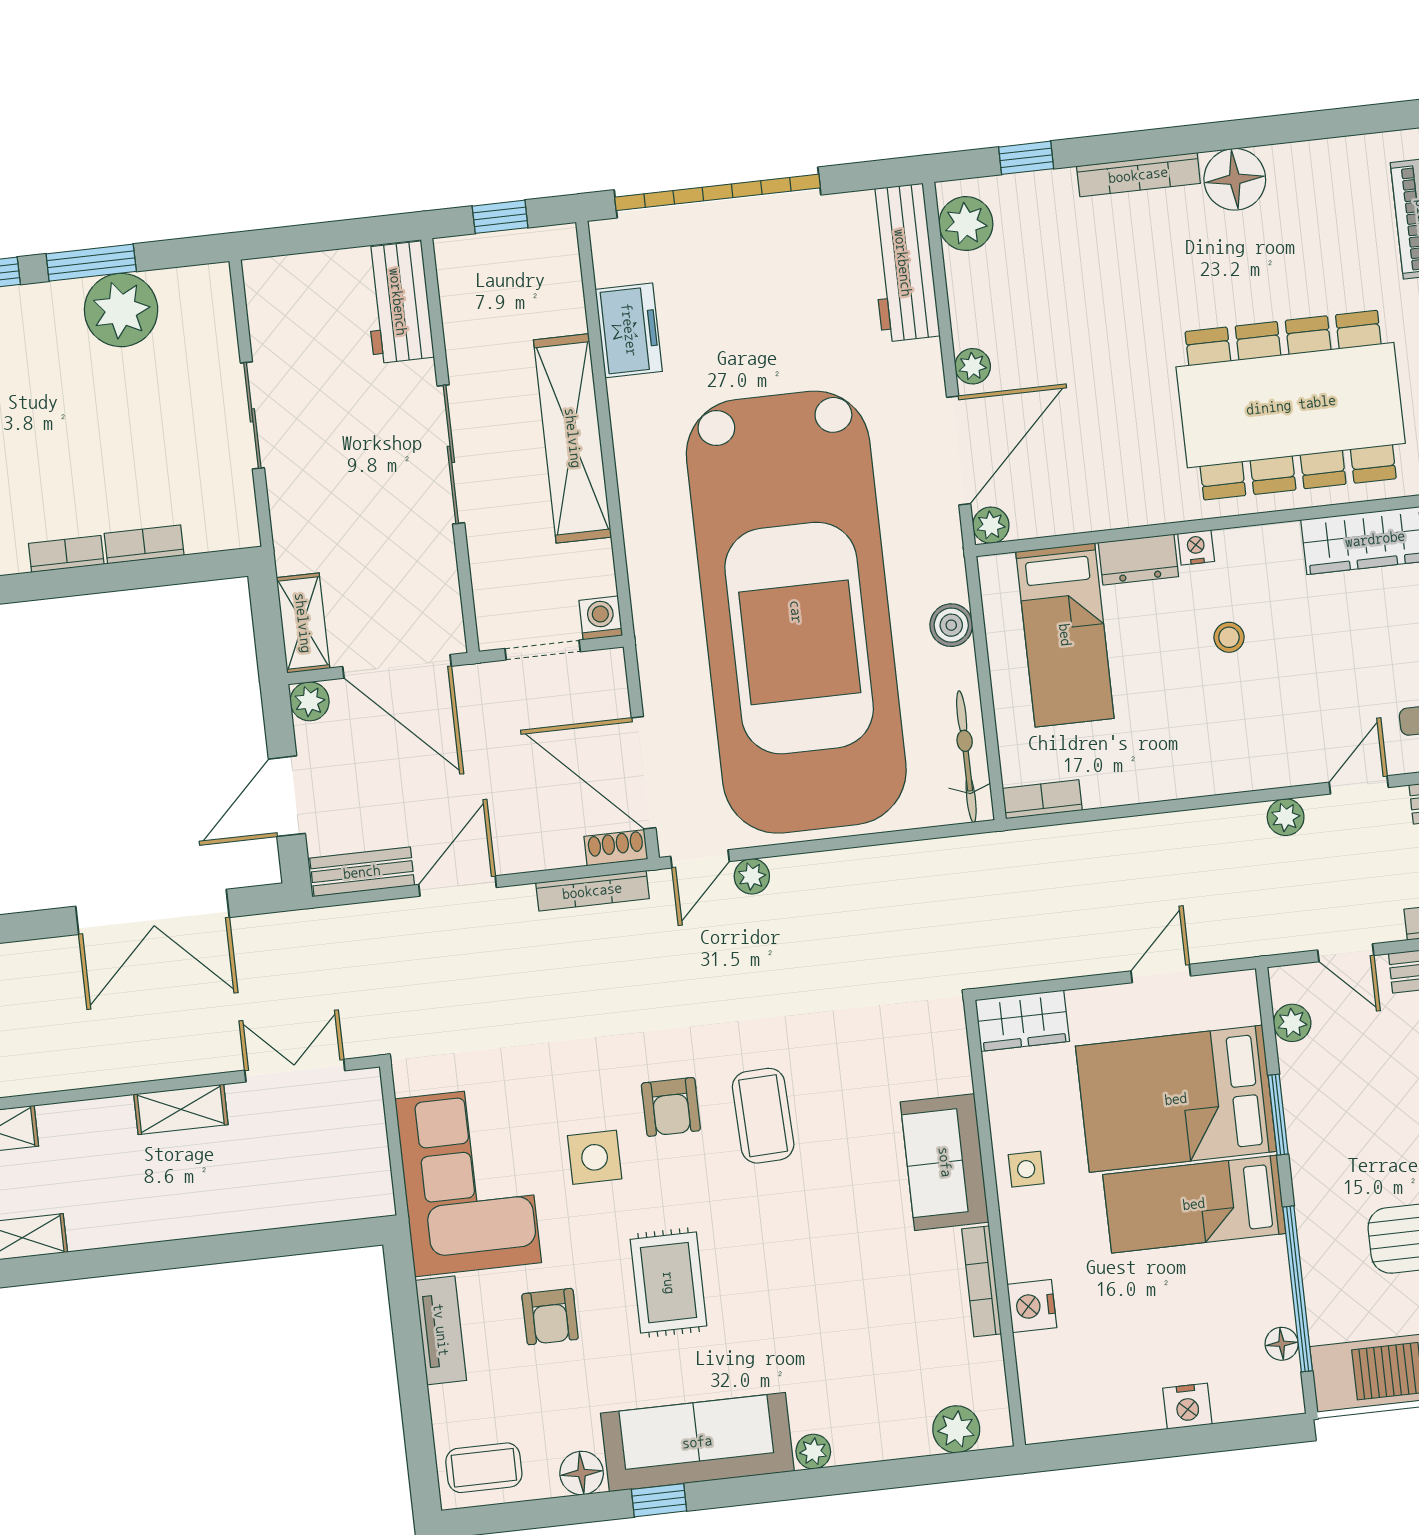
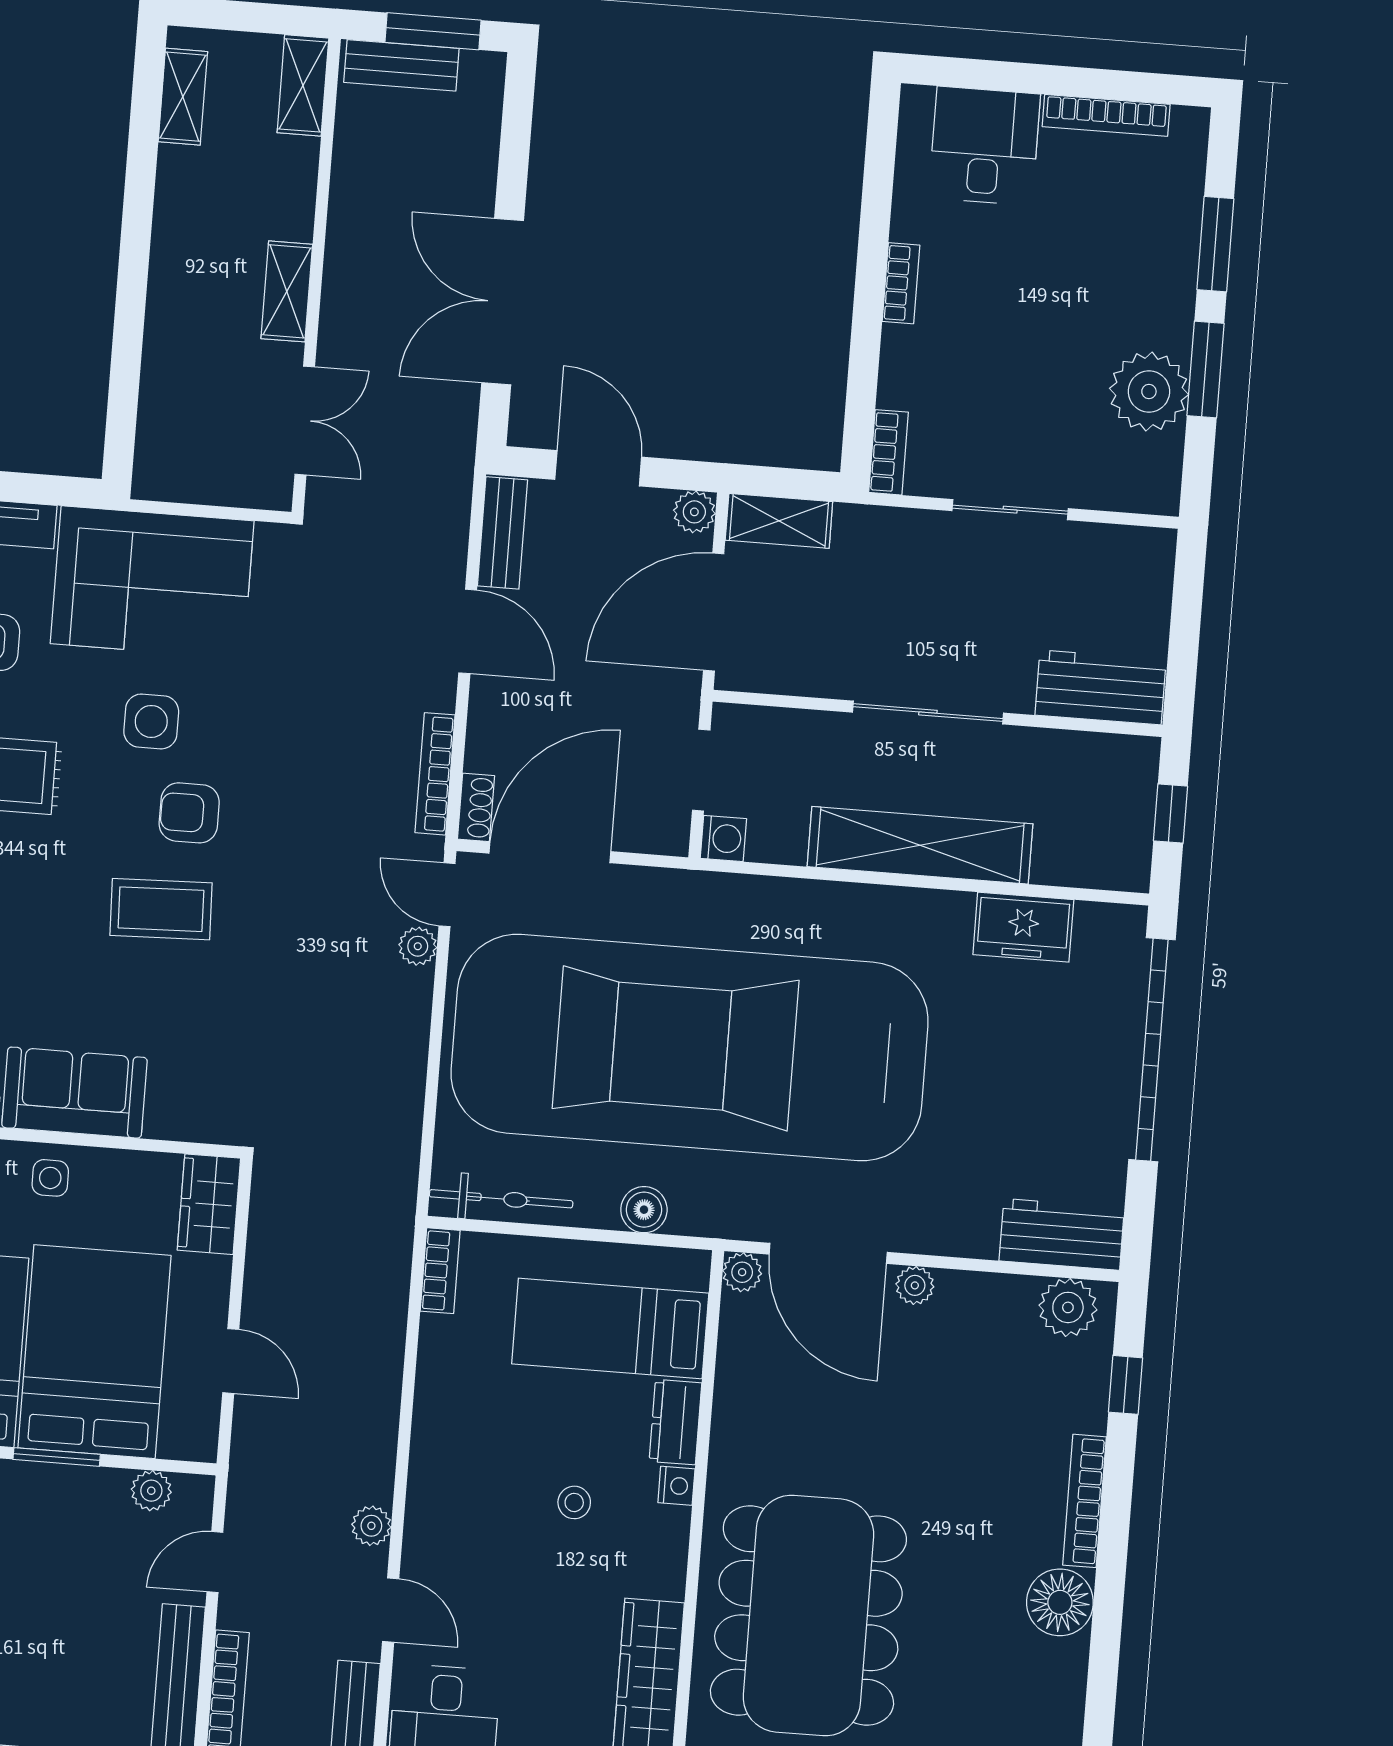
workbench: (903, 263) -> (1062, 1234), width x0.73
bookcase: (144, 544) -> (888, 452), moved

